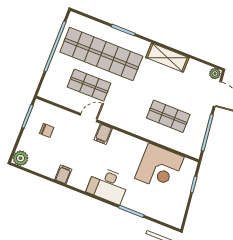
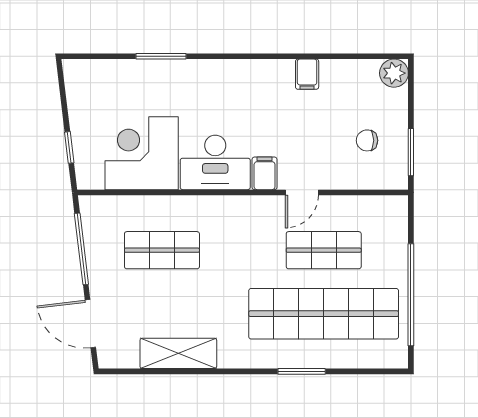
shelving: (167, 58) -> (178, 353), moved
plant: (215, 73) -> (109, 358), removed
desk: (108, 185) -> (215, 162), moved, turned 180

